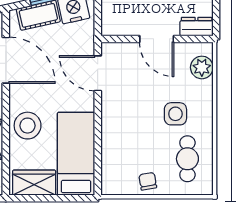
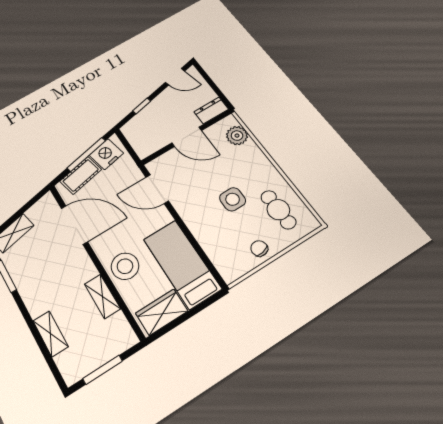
side table: (175, 114) -> (233, 199), moved

